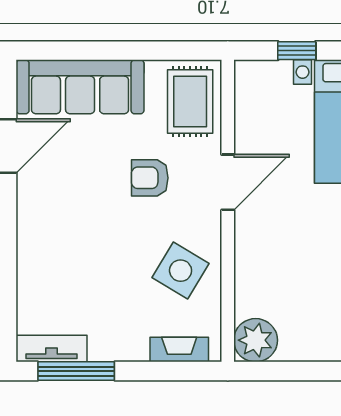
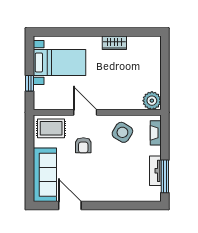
tv unit: (51, 349) -> (155, 171), moved

